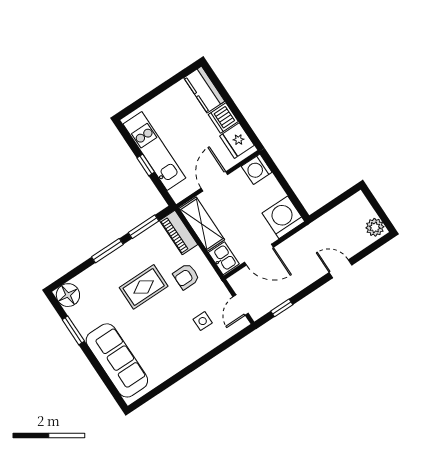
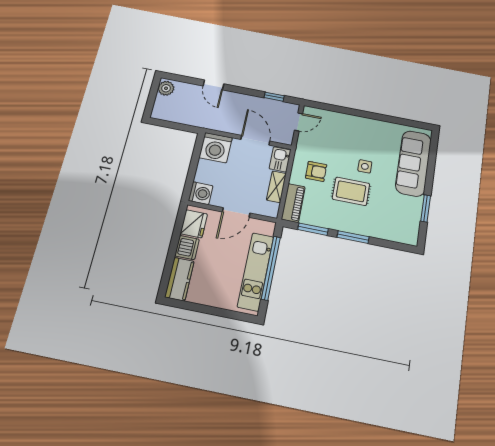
window: (146, 165) -> (271, 268), width x3.17
shelving: (202, 224) -> (276, 187), width x0.67, depth x0.75
floor lamp: (68, 295) -> (408, 234), removed
side table: (203, 321) -> (365, 166), moved

